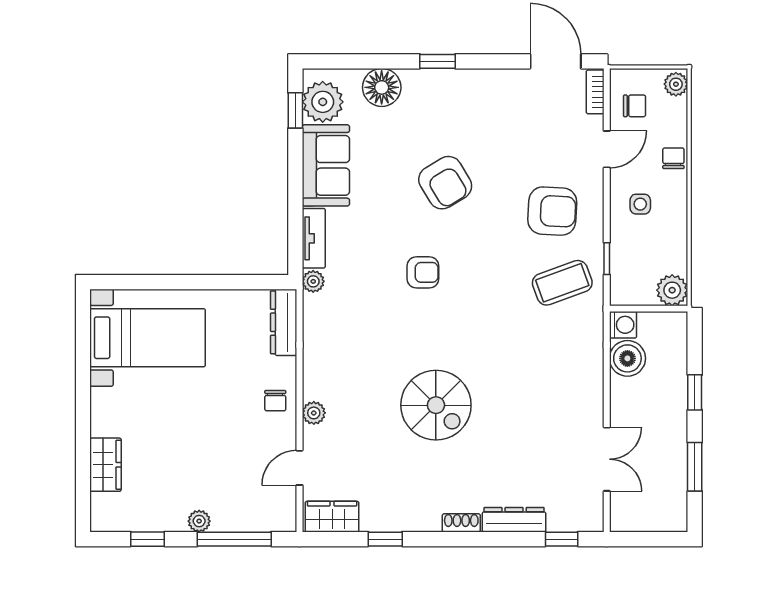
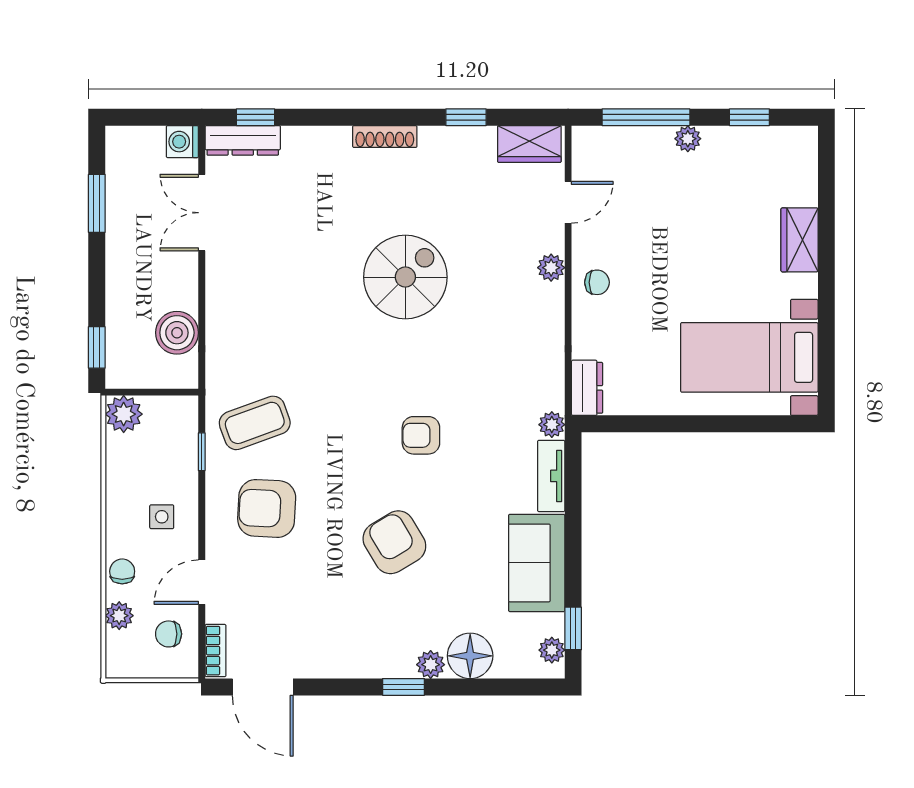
plant: (415, 80) -> (431, 665), added
plant: (676, 84) -> (119, 616), moved
plant: (323, 102) -> (552, 650), width x0.53, depth x0.53
chair: (673, 158) -> (122, 571), turned 180
dresser: (284, 322) -> (587, 388), width x0.70
washing machine: (623, 325) -> (182, 142), moved
window: (695, 392) -> (97, 347), moved
chair: (275, 401) -> (597, 282), turned 90
spiral stairs: (436, 405) -> (405, 277), turned 90
wardrobe: (105, 465) -> (799, 240), moved
dresser: (514, 520) -> (243, 140), moved
shoe rack: (461, 523) -> (385, 137), width x1.43

